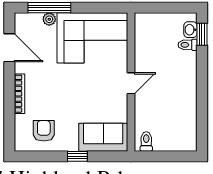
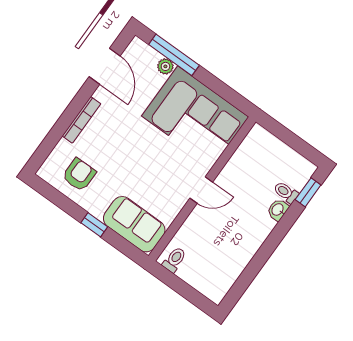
washbasin: (190, 30) -> (278, 210), moved

